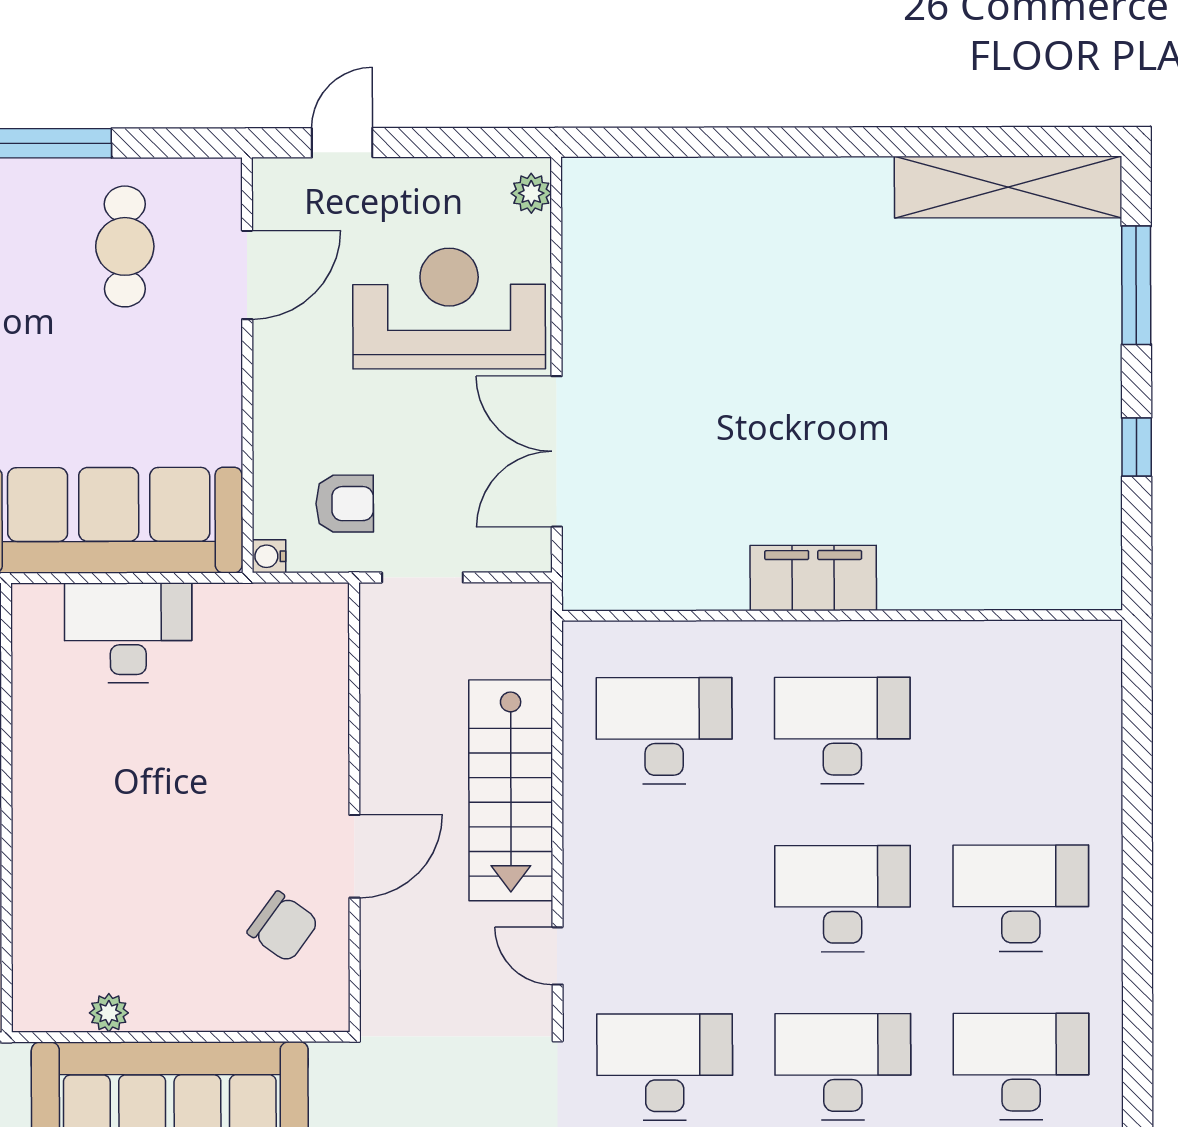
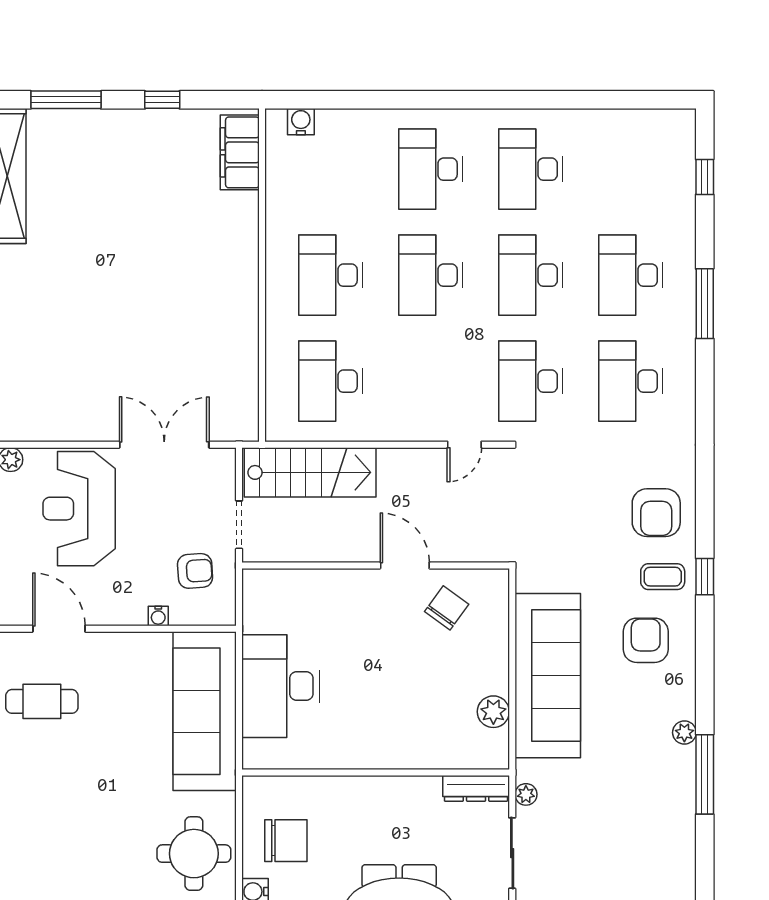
double door: (557, 451) -> (164, 445), swing flipped
armchair: (345, 504) -> (195, 571), turned 86
water cooler: (269, 556) -> (158, 616), moved
filing cabinet: (813, 578) -> (240, 152), moved
desk: (128, 633) -> (281, 686), width x1.36, depth x1.30
water cooler: (1100, 680) -> (301, 122), added
stairs: (511, 790) -> (310, 472), moved
plant: (109, 1013) -> (493, 712), width x1.38, depth x1.38

